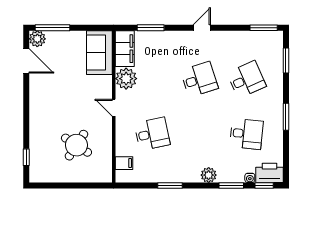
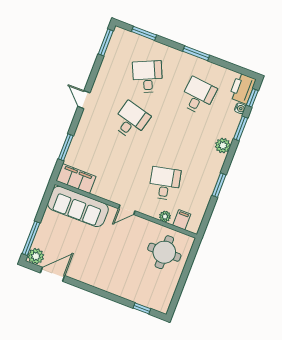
sofa: (99, 53) -> (78, 206), width x1.36
plant: (126, 79) -> (165, 216), moved, width x0.53, depth x0.53
desk: (199, 79) -> (131, 120), turned 33
round table: (76, 145) -> (164, 252), moved, turned -33

